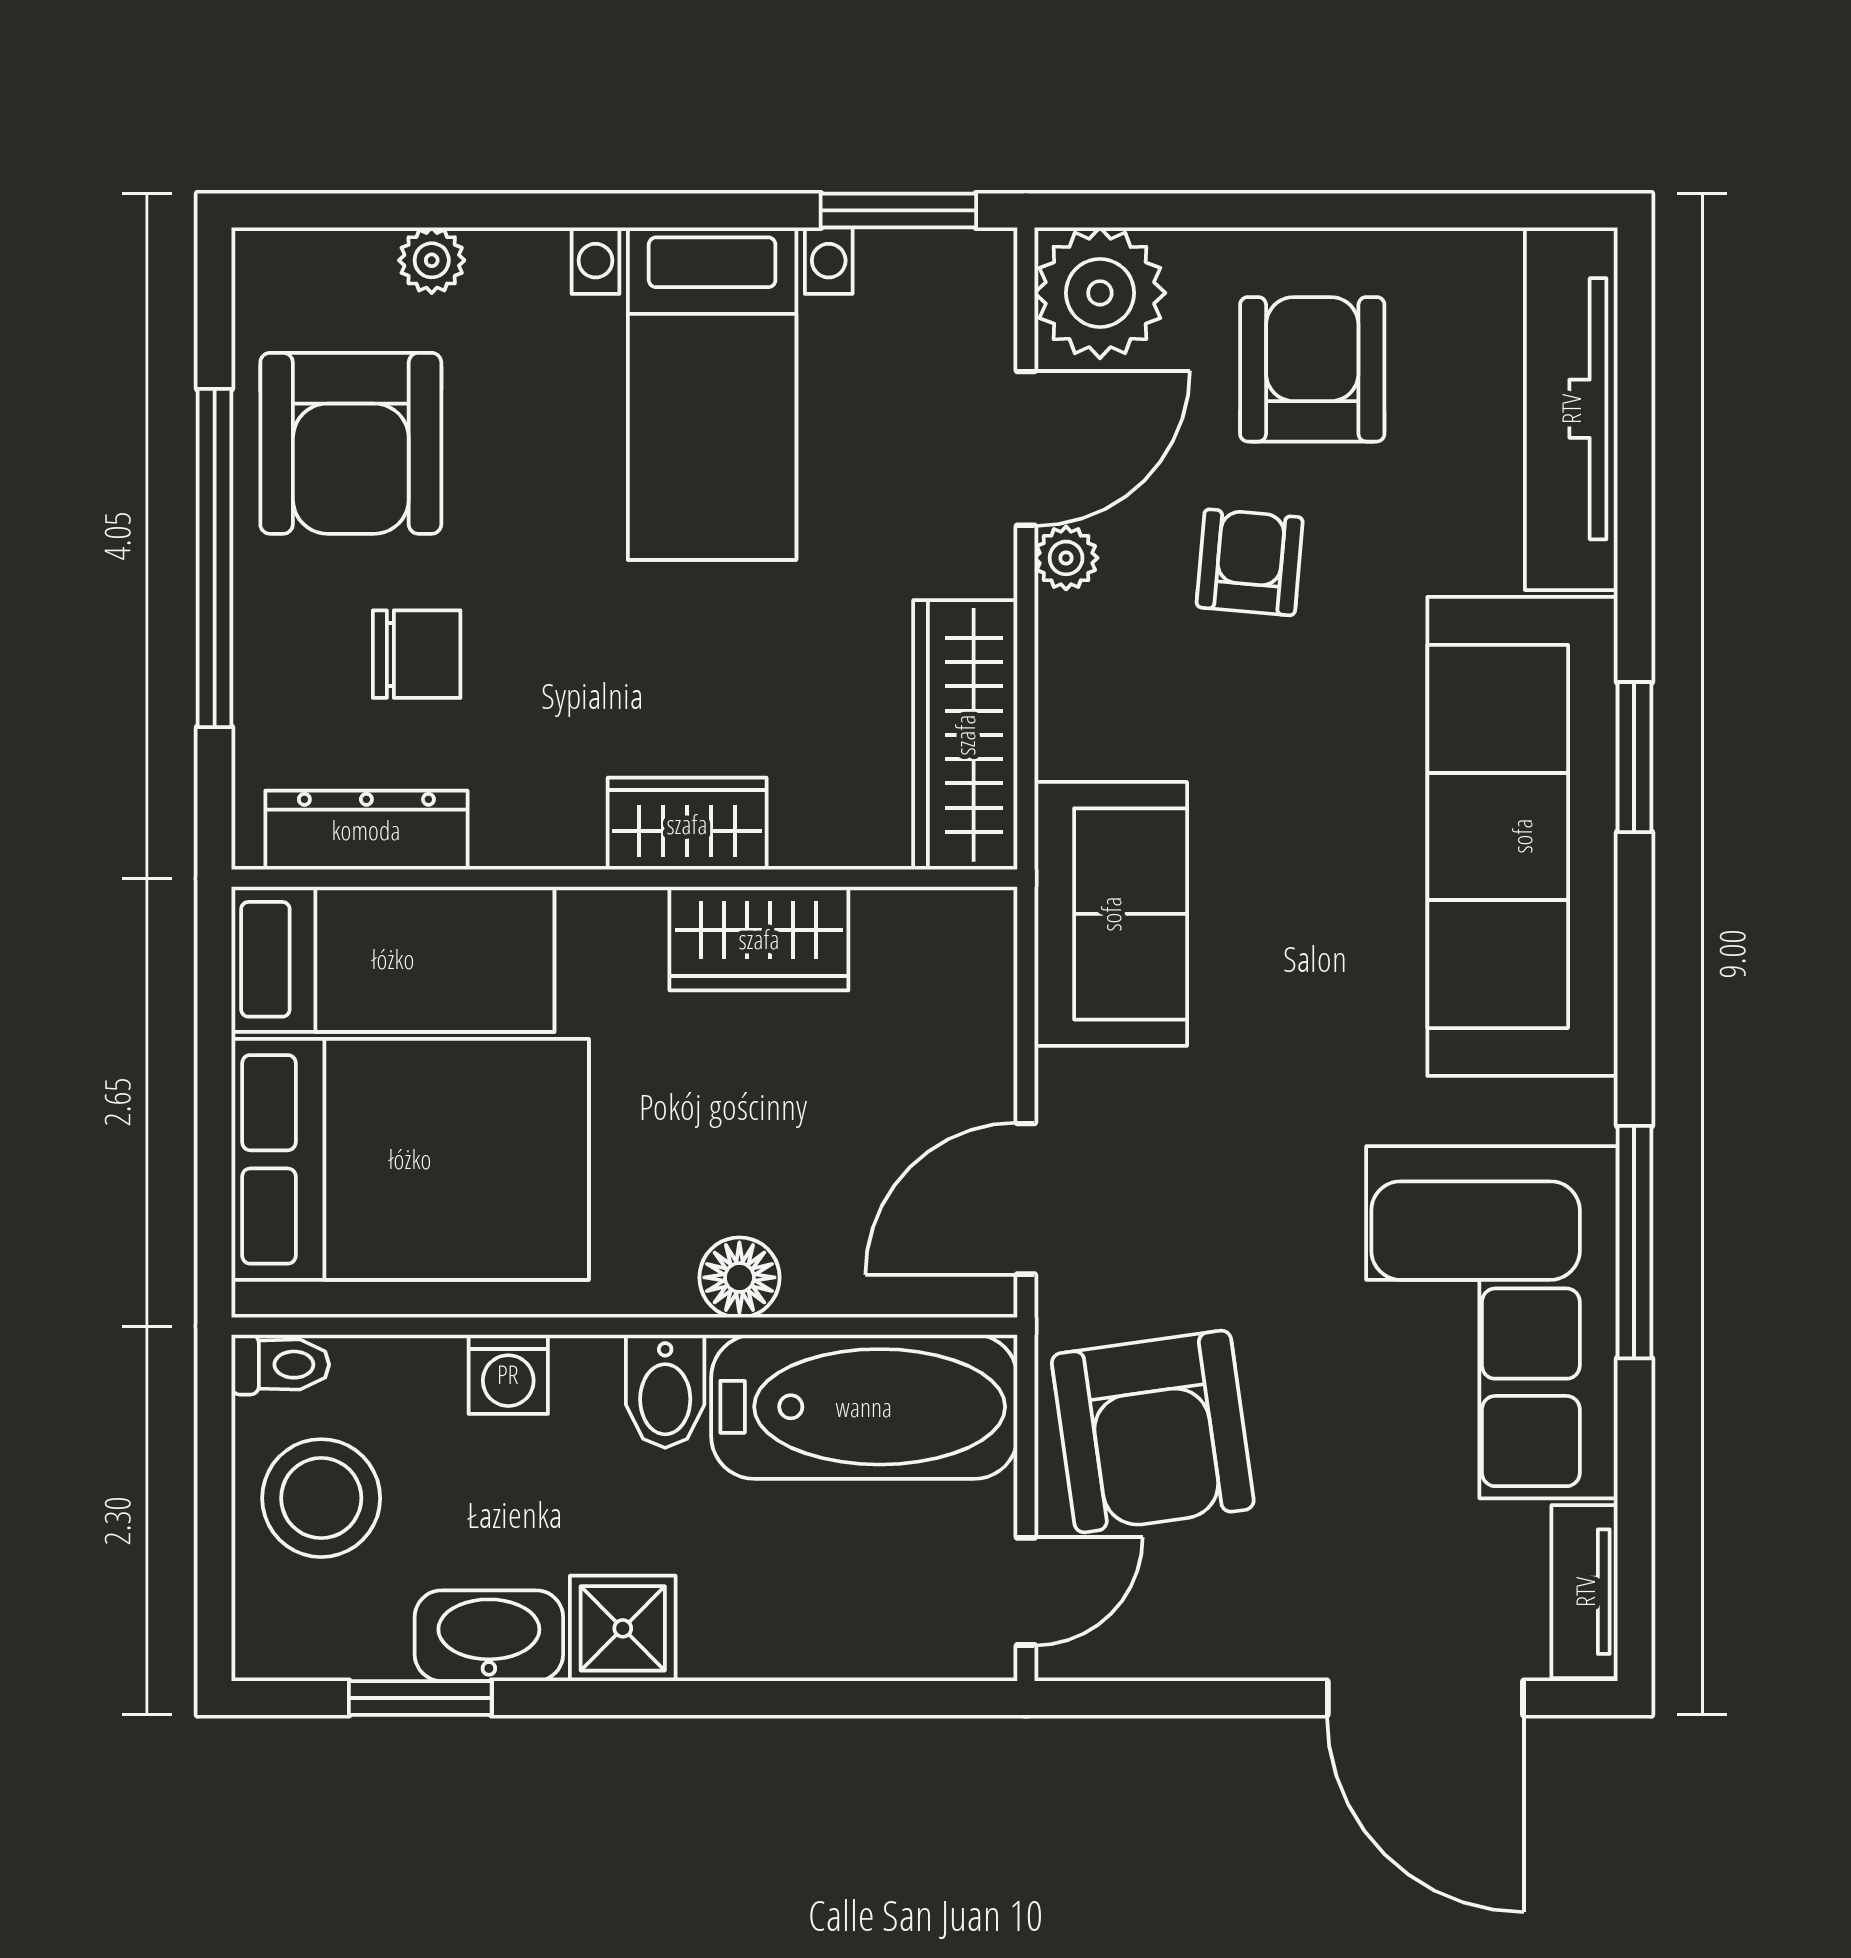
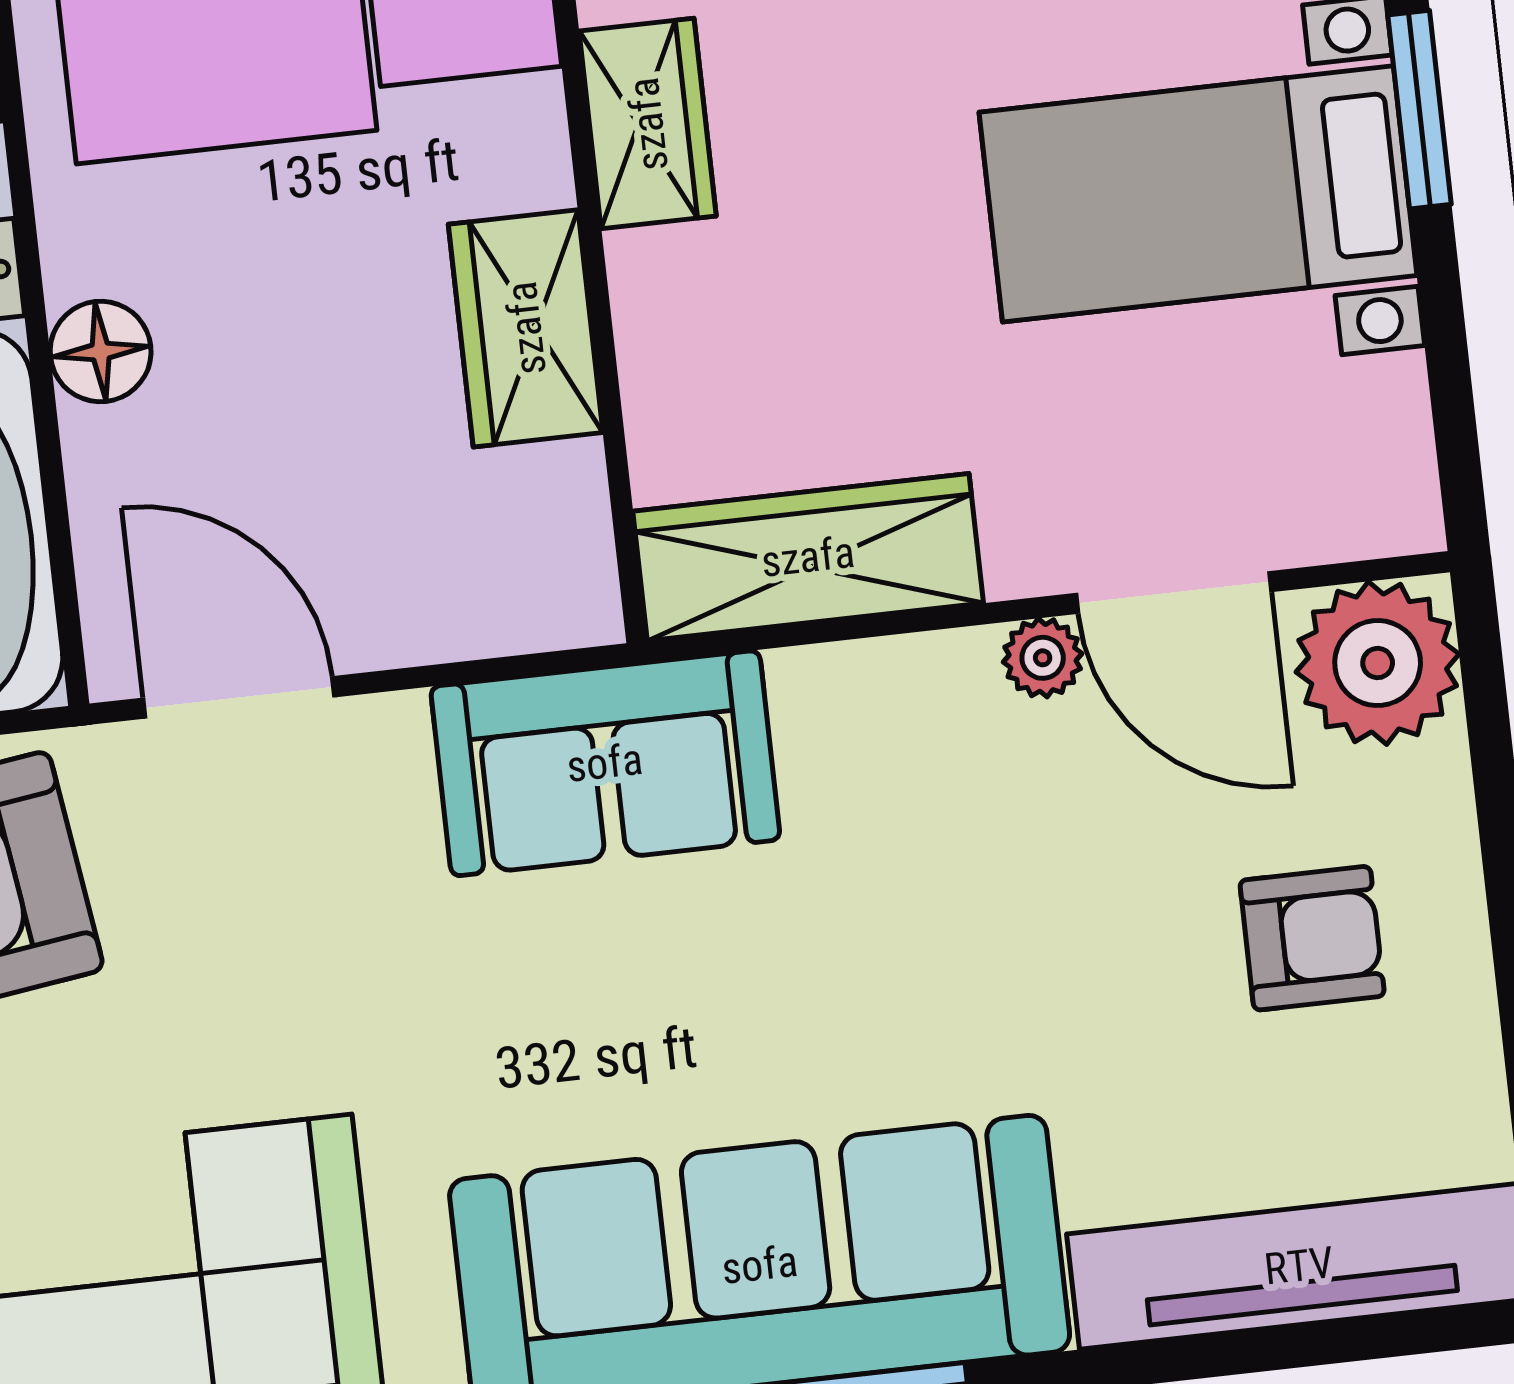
window: (898, 210) -> (1420, 110), moved
armchair: (1312, 369) -> (1312, 938), width x0.72, depth x0.72
armchair: (1250, 562) -> (1063, 887), removed
wardrobe: (687, 824) -> (648, 124), moved

